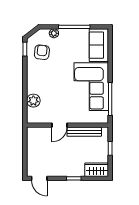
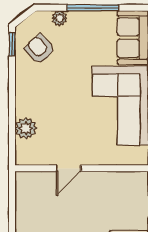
armchair: (42, 52) -> (40, 49), turned -50
bench: (84, 132) -> (109, 179), removed

